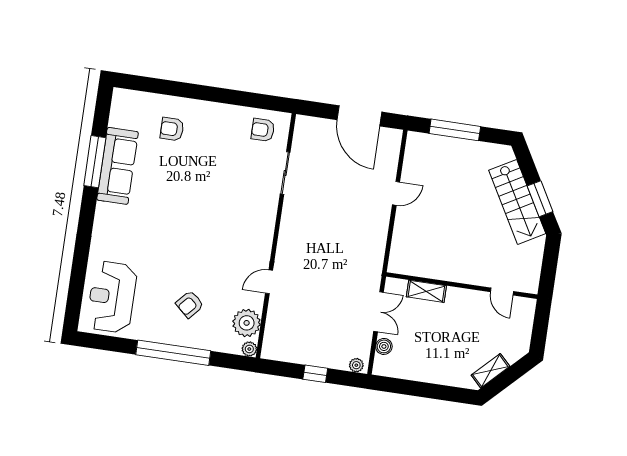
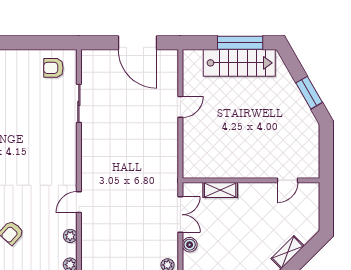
window: (455, 130) -> (240, 43), moved
stairs: (517, 202) -> (239, 63), moved, turned -60
door: (502, 292) -> (287, 180), hinge flipped
plant: (247, 323) -> (70, 236), width x0.53, depth x0.53

